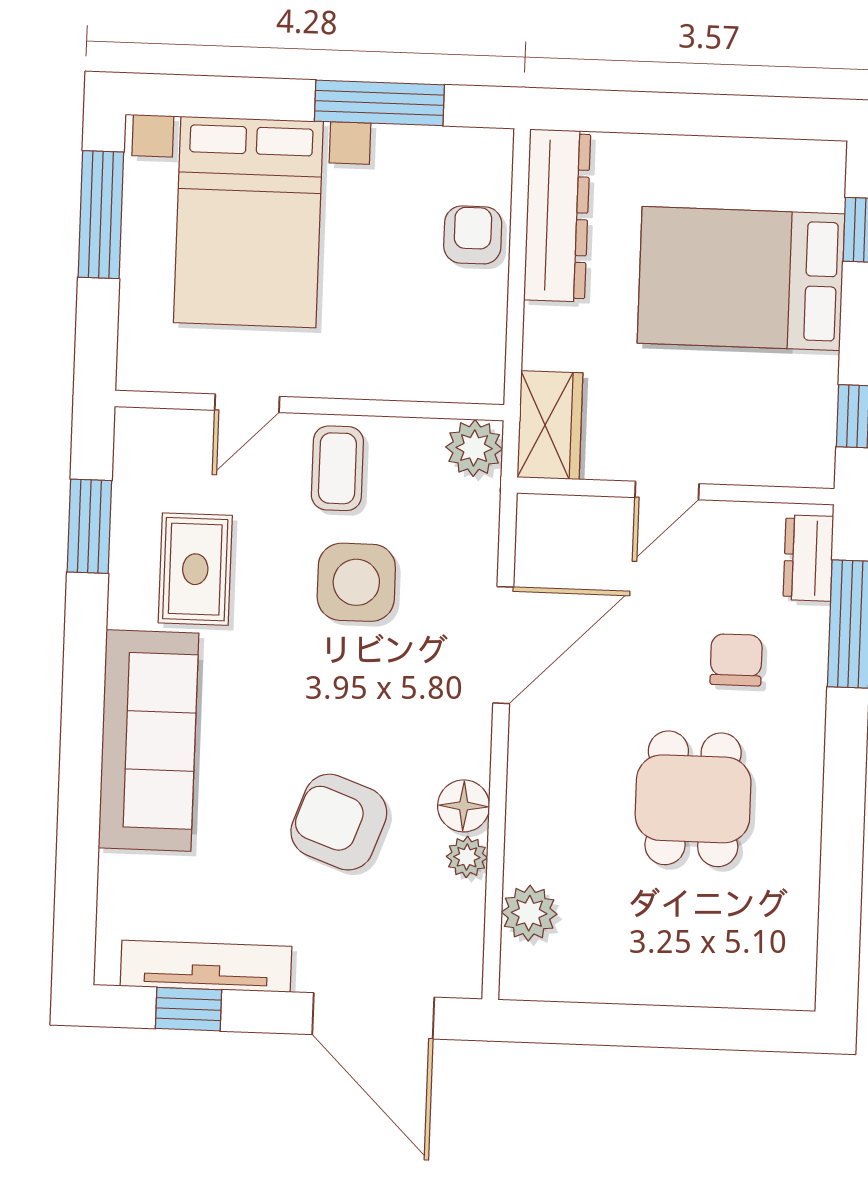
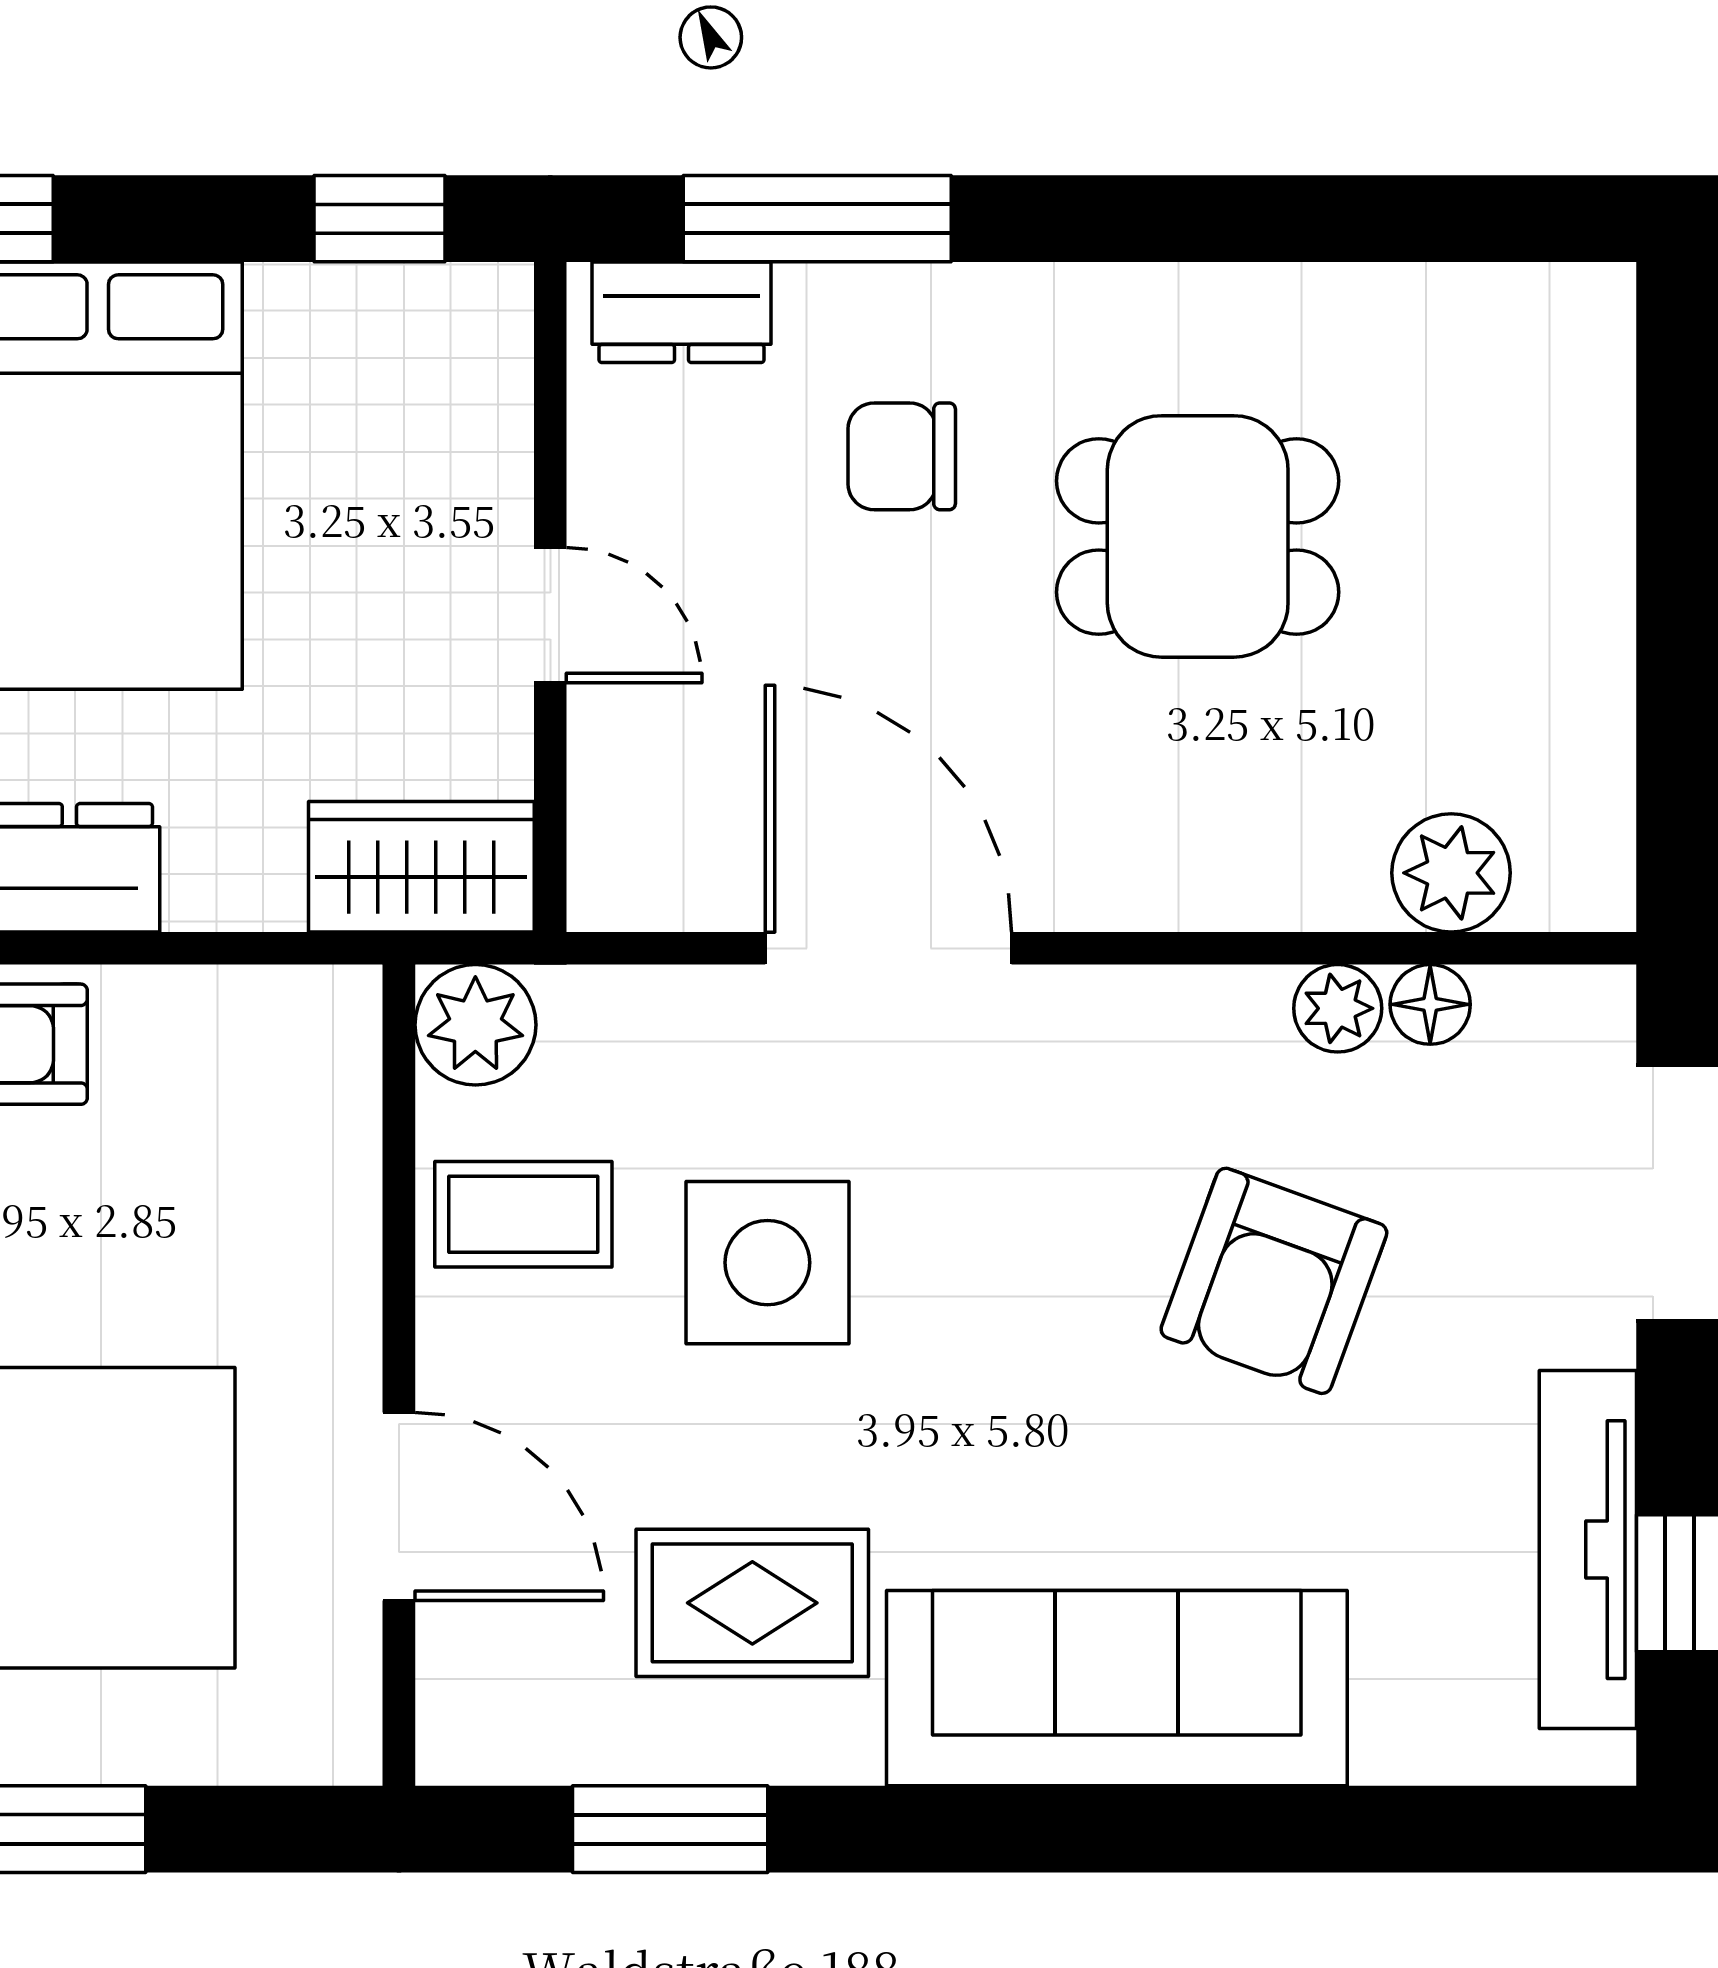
door: (247, 403) -> (399, 1506), width x1.38
coffee table: (337, 468) -> (523, 1214), moved
floor lamp: (464, 806) -> (1430, 1004), moved, width x0.73, depth x0.73

